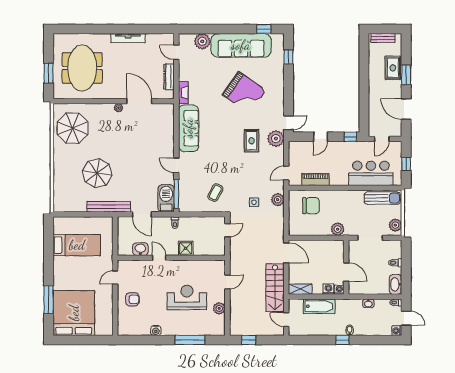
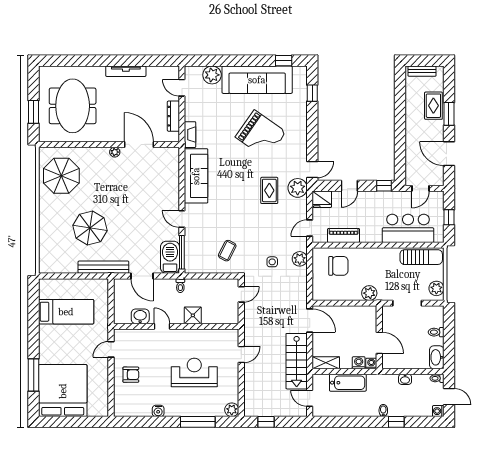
fridge: (297, 148) -> (322, 199), added
plant: (219, 308) -> (232, 410), moved
window: (342, 340) -> (396, 422), moved

